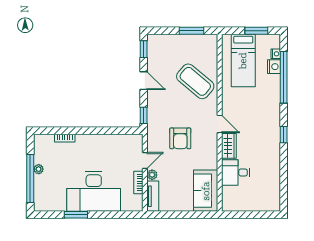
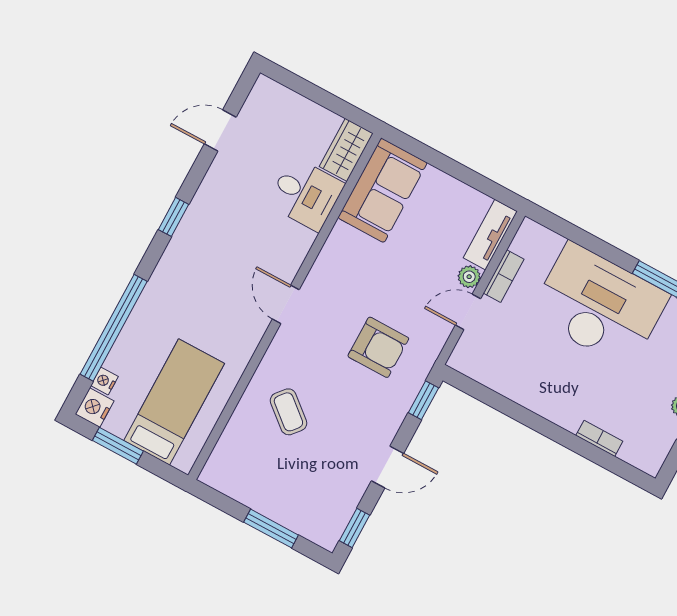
window: (191, 31) -> (271, 529), moved
nightstand: (274, 67) -> (95, 408), moved
door: (144, 81) -> (387, 467), swing flipped
coffee table: (195, 81) -> (288, 412), width x0.54, depth x0.58
armchair: (180, 138) -> (378, 347), moved, turned 90
wardrobe: (229, 146) -> (346, 150), moved
door: (284, 179) -> (220, 130), added

